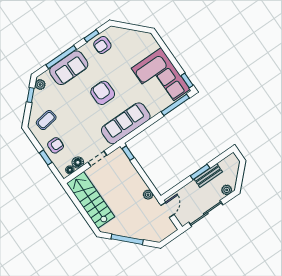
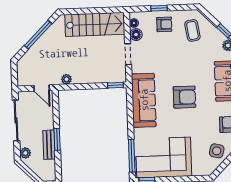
side table: (129, 40) -> (217, 151), added
armchair: (56, 145) -> (164, 24), turned -90

